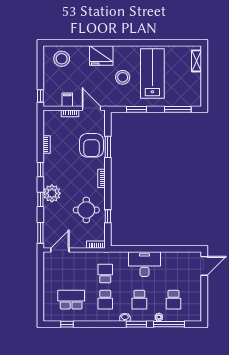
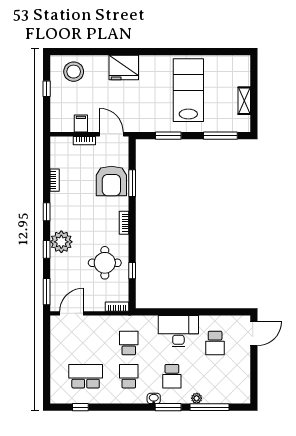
shelving: (197, 61) -> (244, 101), moved
stool: (123, 77) -> (151, 95), removed
window: (40, 96) -> (47, 89), moved
school desk: (105, 300) -> (129, 376), turned 180
school desk: (173, 300) -> (215, 343), moved

